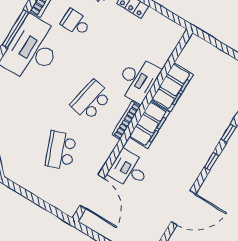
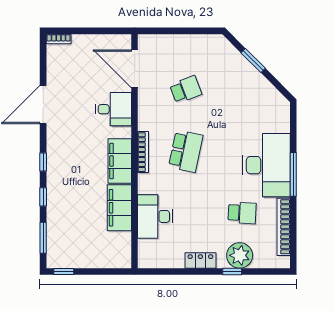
desk: (138, 79) -> (155, 216), moved
school desk: (61, 150) -> (186, 90), width x0.54

